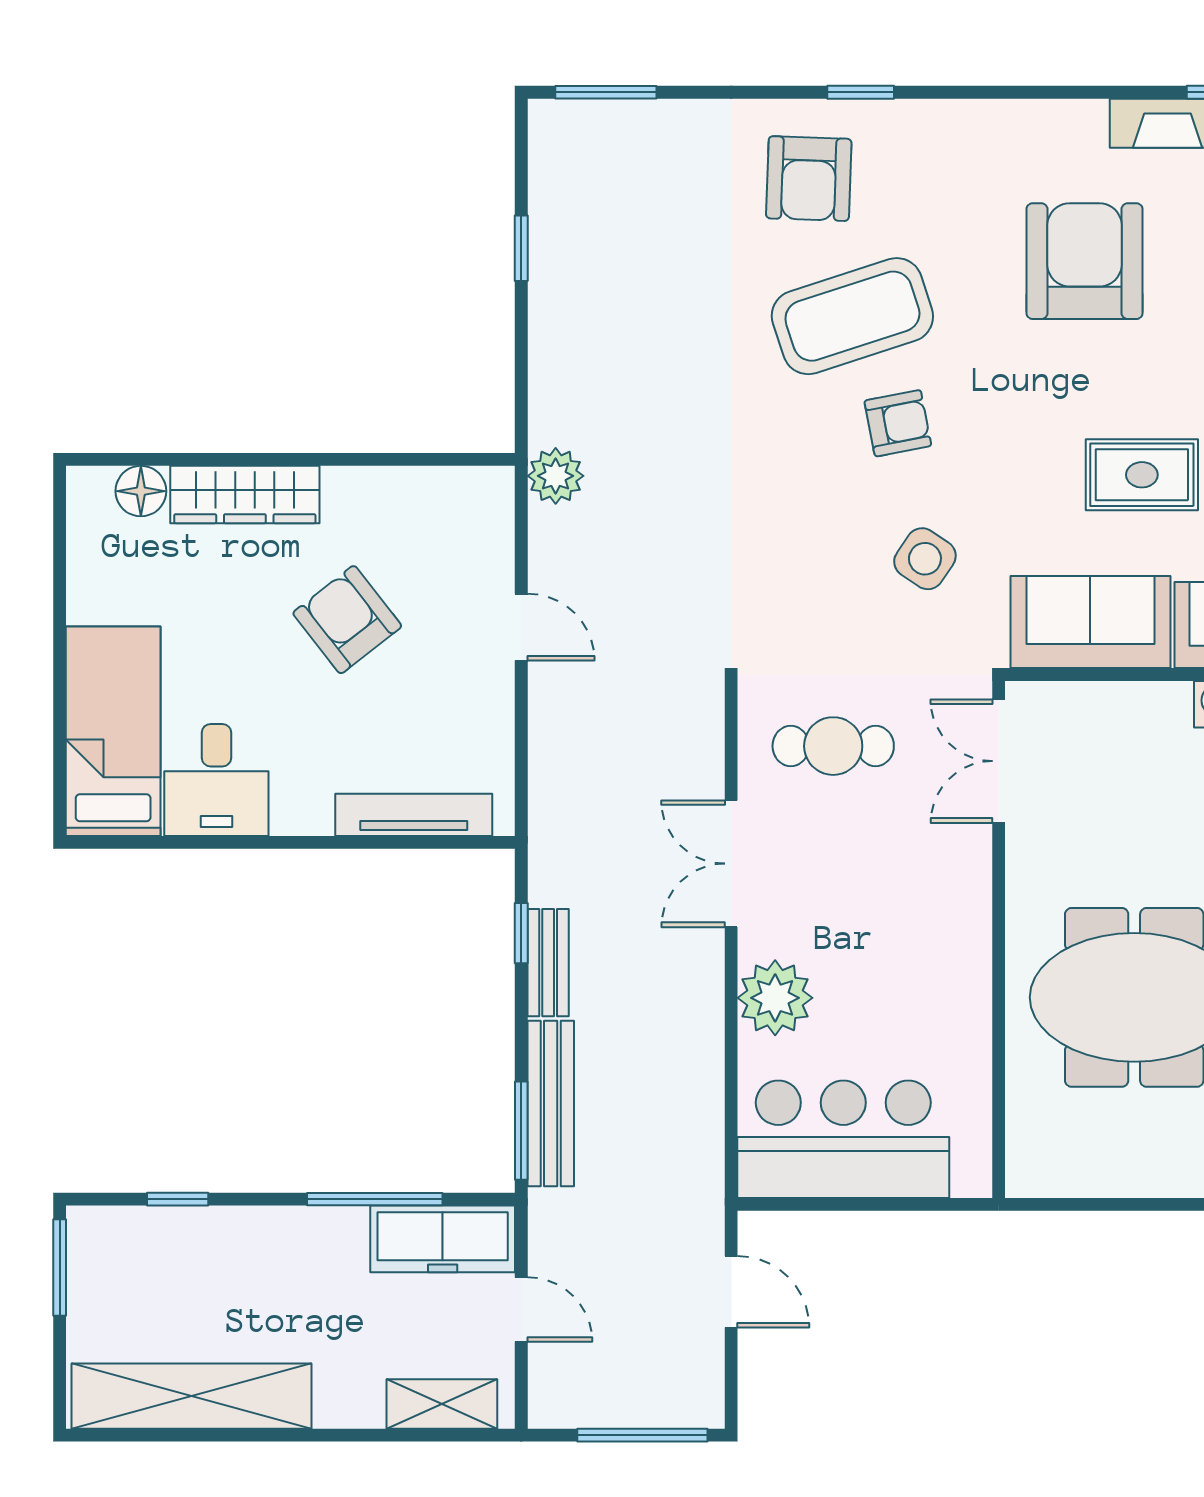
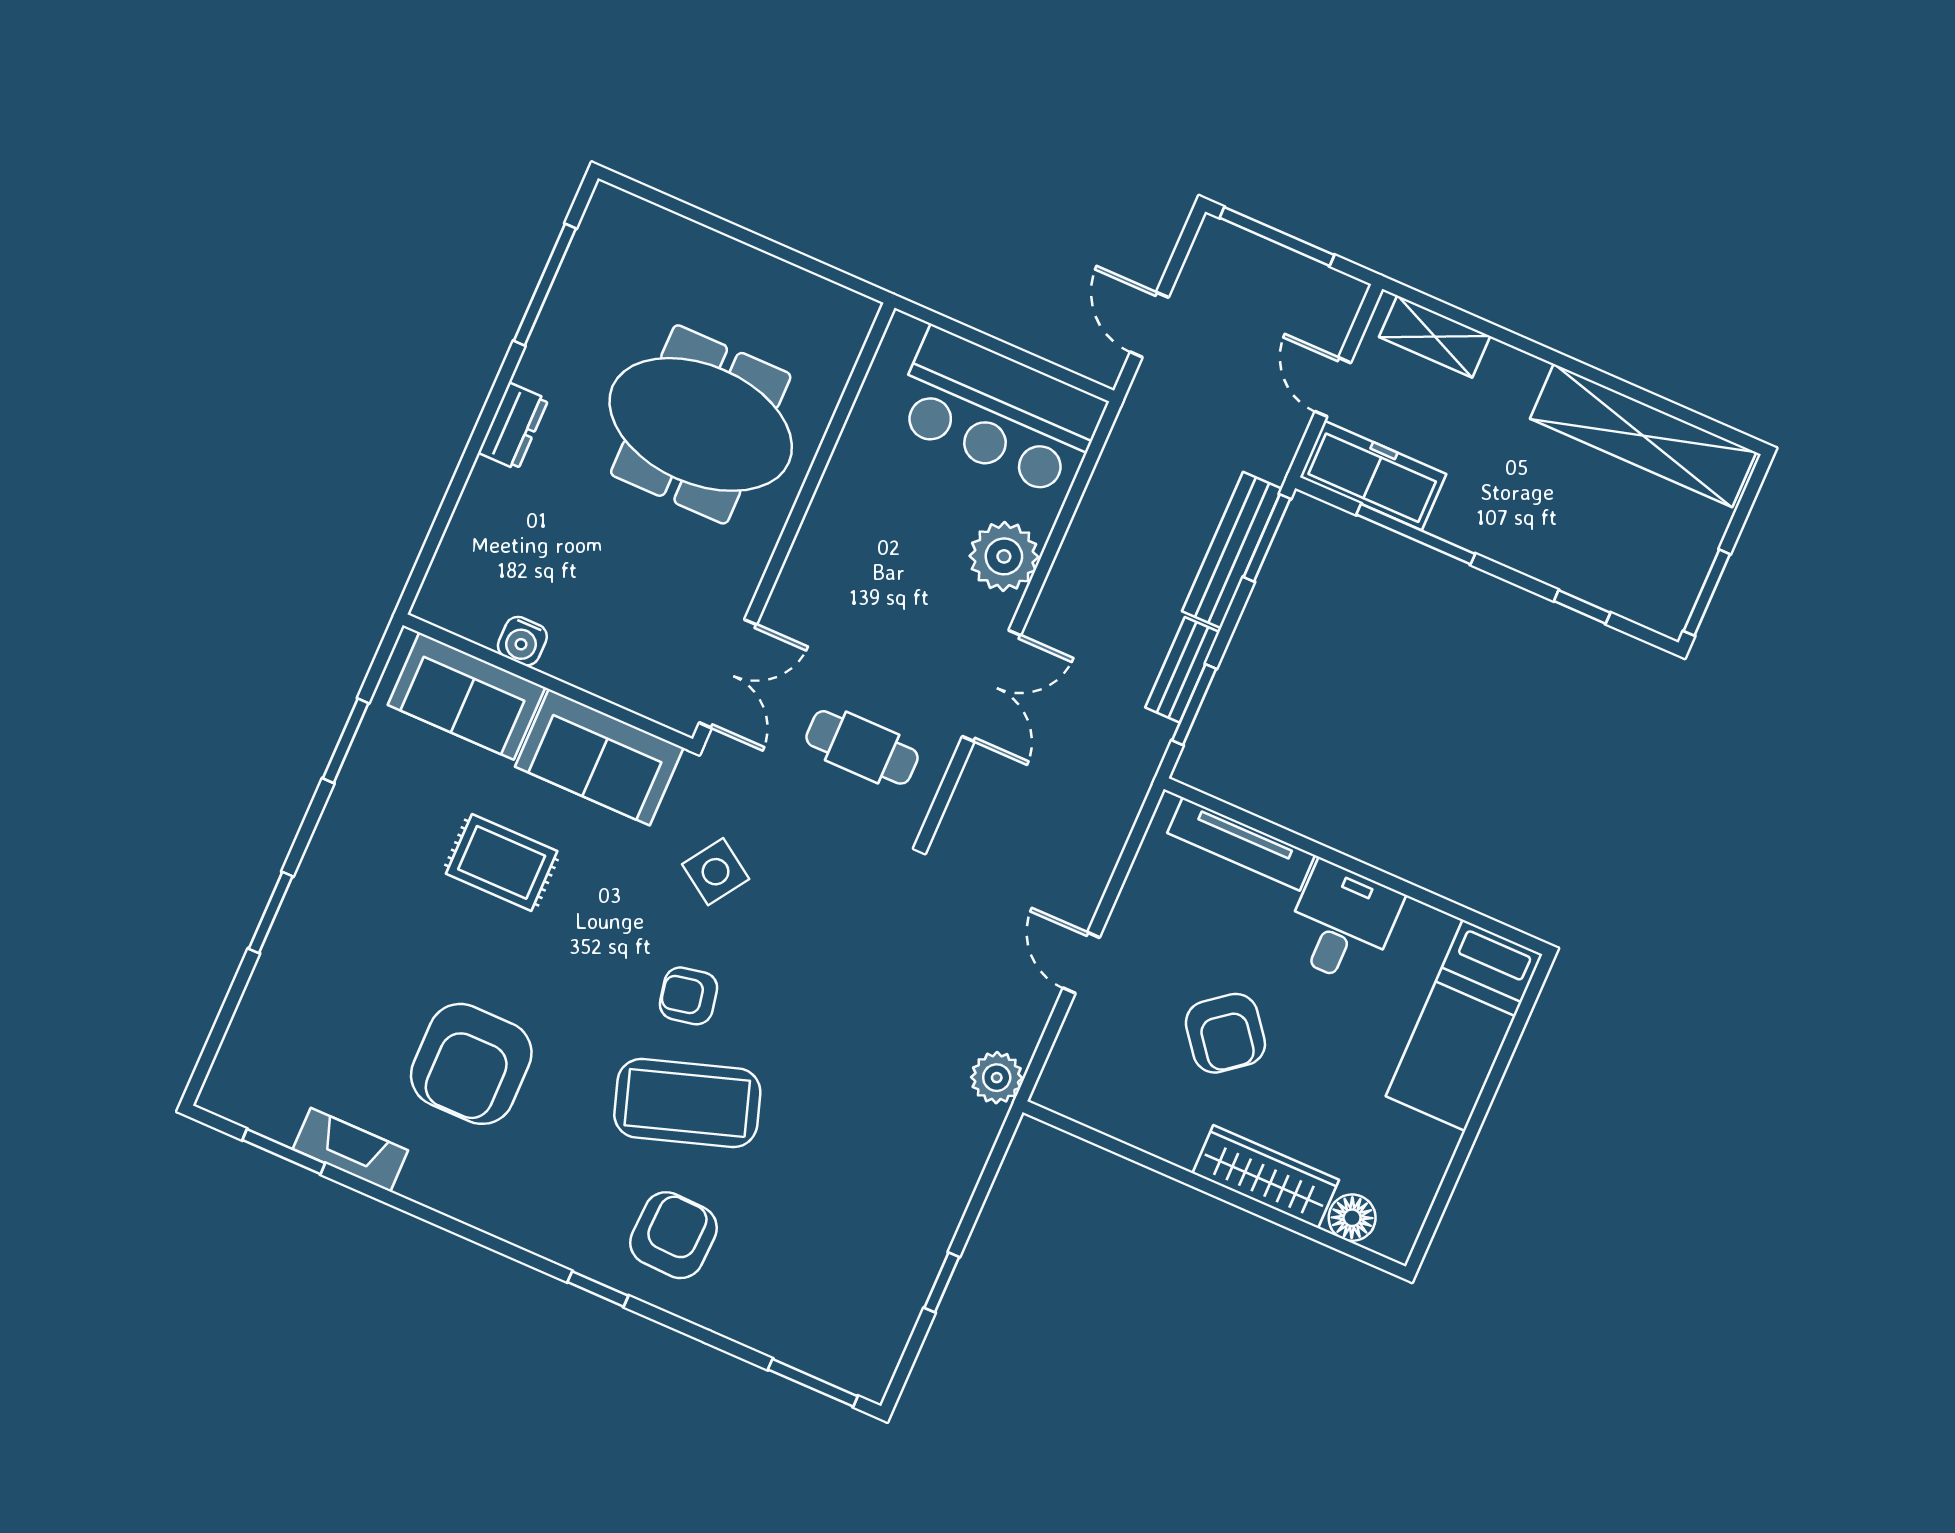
desk: (216, 780) -> (1342, 923), moved
window: (521, 933) -> (1194, 705), width x1.50

